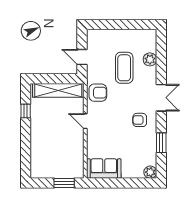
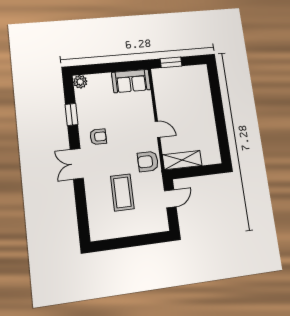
door: (82, 57) -> (170, 199), hinge flipped
plant: (150, 59) -> (94, 206), removed
shelving: (58, 90) -> (182, 160), width x0.68
window: (26, 111) -> (222, 133), removed

